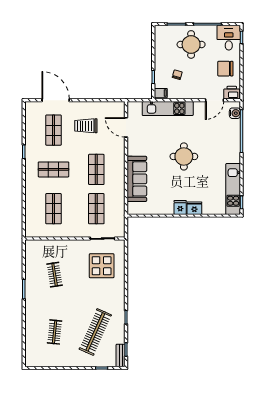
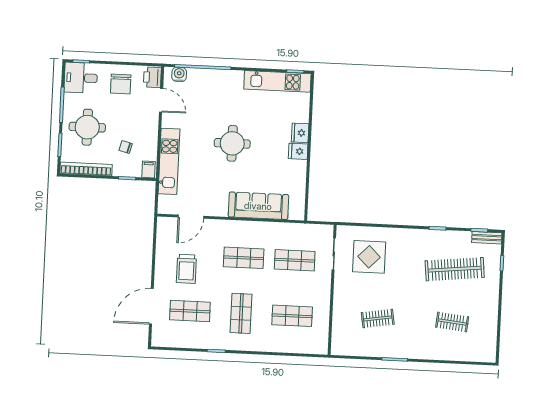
bookcase: (159, 45) -> (86, 169), added
clothes rail: (95, 332) -> (455, 269), turned -30

